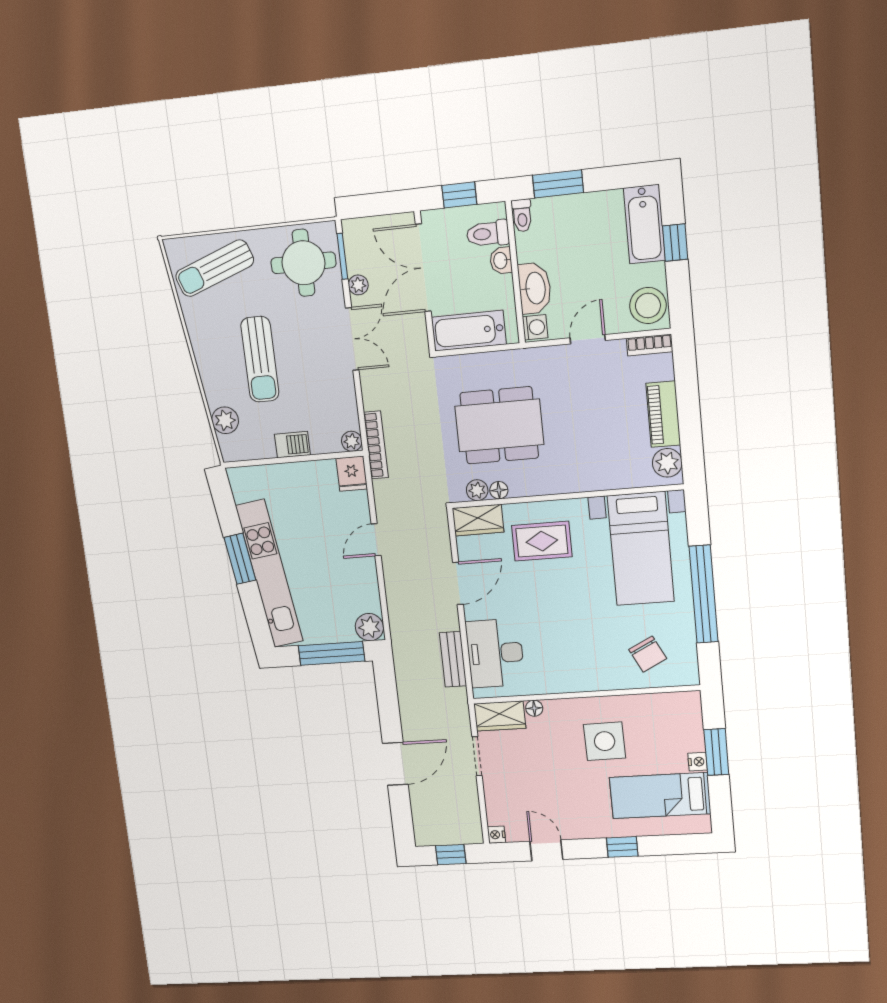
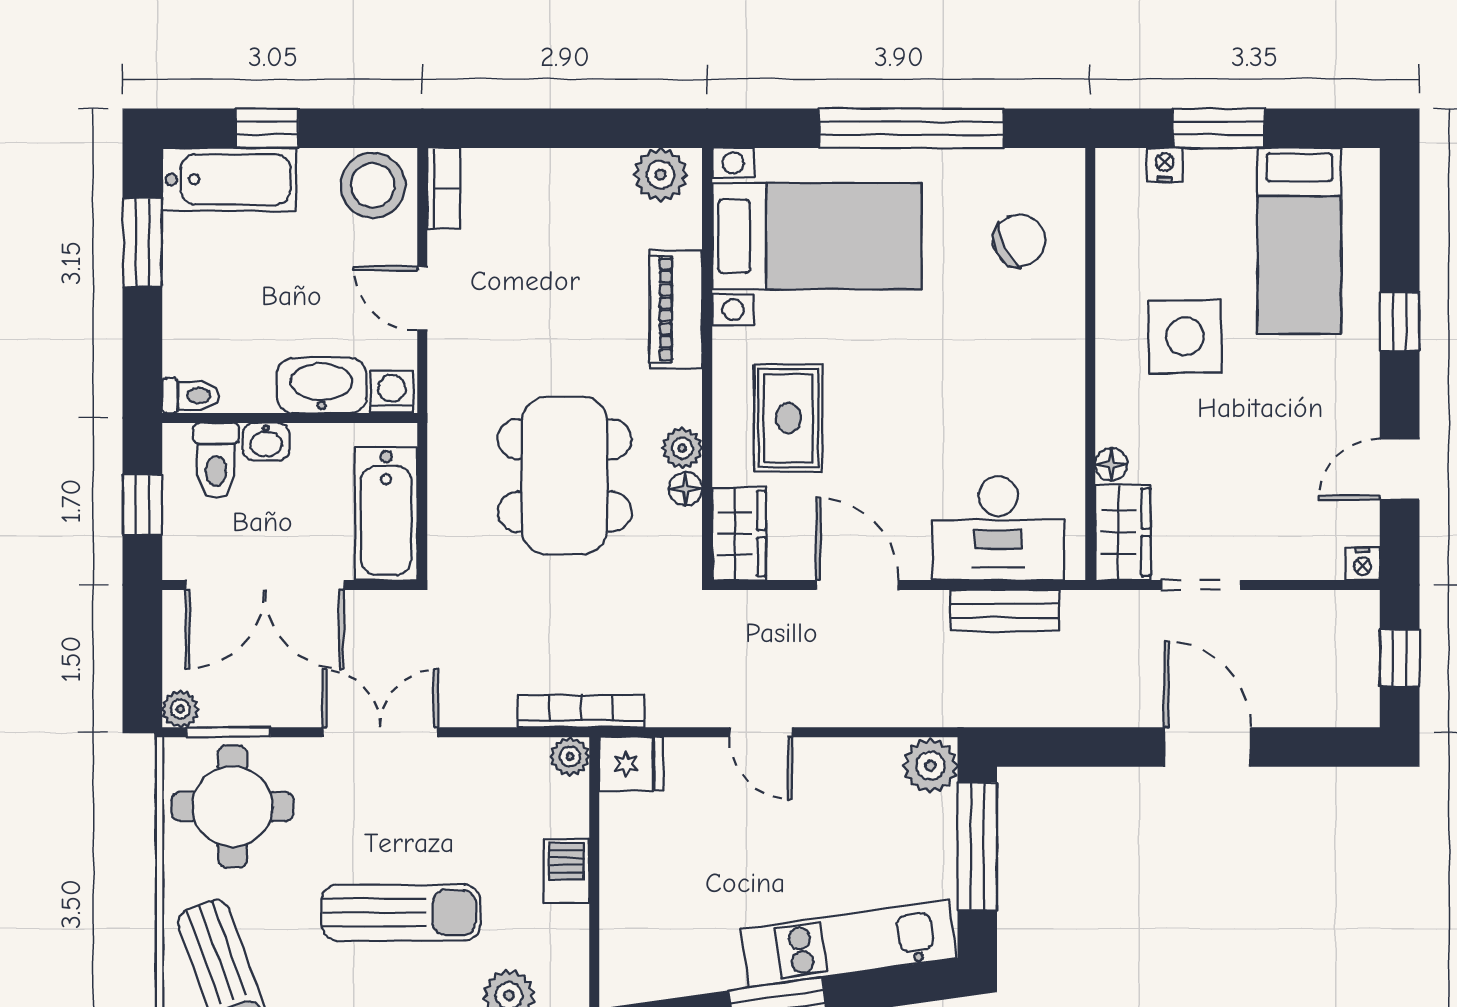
window: (558, 184) -> (142, 243), moved
plant: (358, 285) -> (180, 709), moved
piano: (663, 414) -> (676, 309), moved, turned 90
plant: (477, 490) -> (682, 448), moved
kitchen unit: (269, 574) -> (849, 943), width x0.73
nightstand: (698, 762) -> (1165, 165), moved

